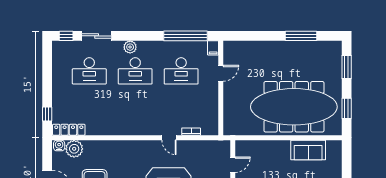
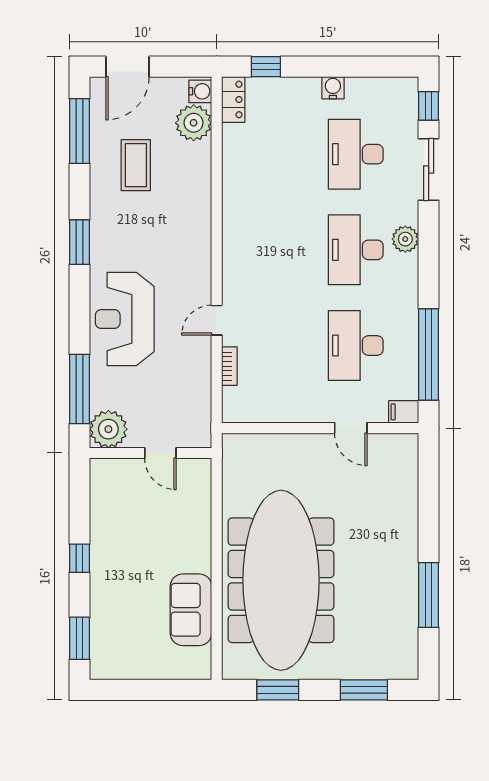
water cooler: (57, 82) -> (333, 88), added
locker: (69, 130) -> (233, 99), width x0.66

